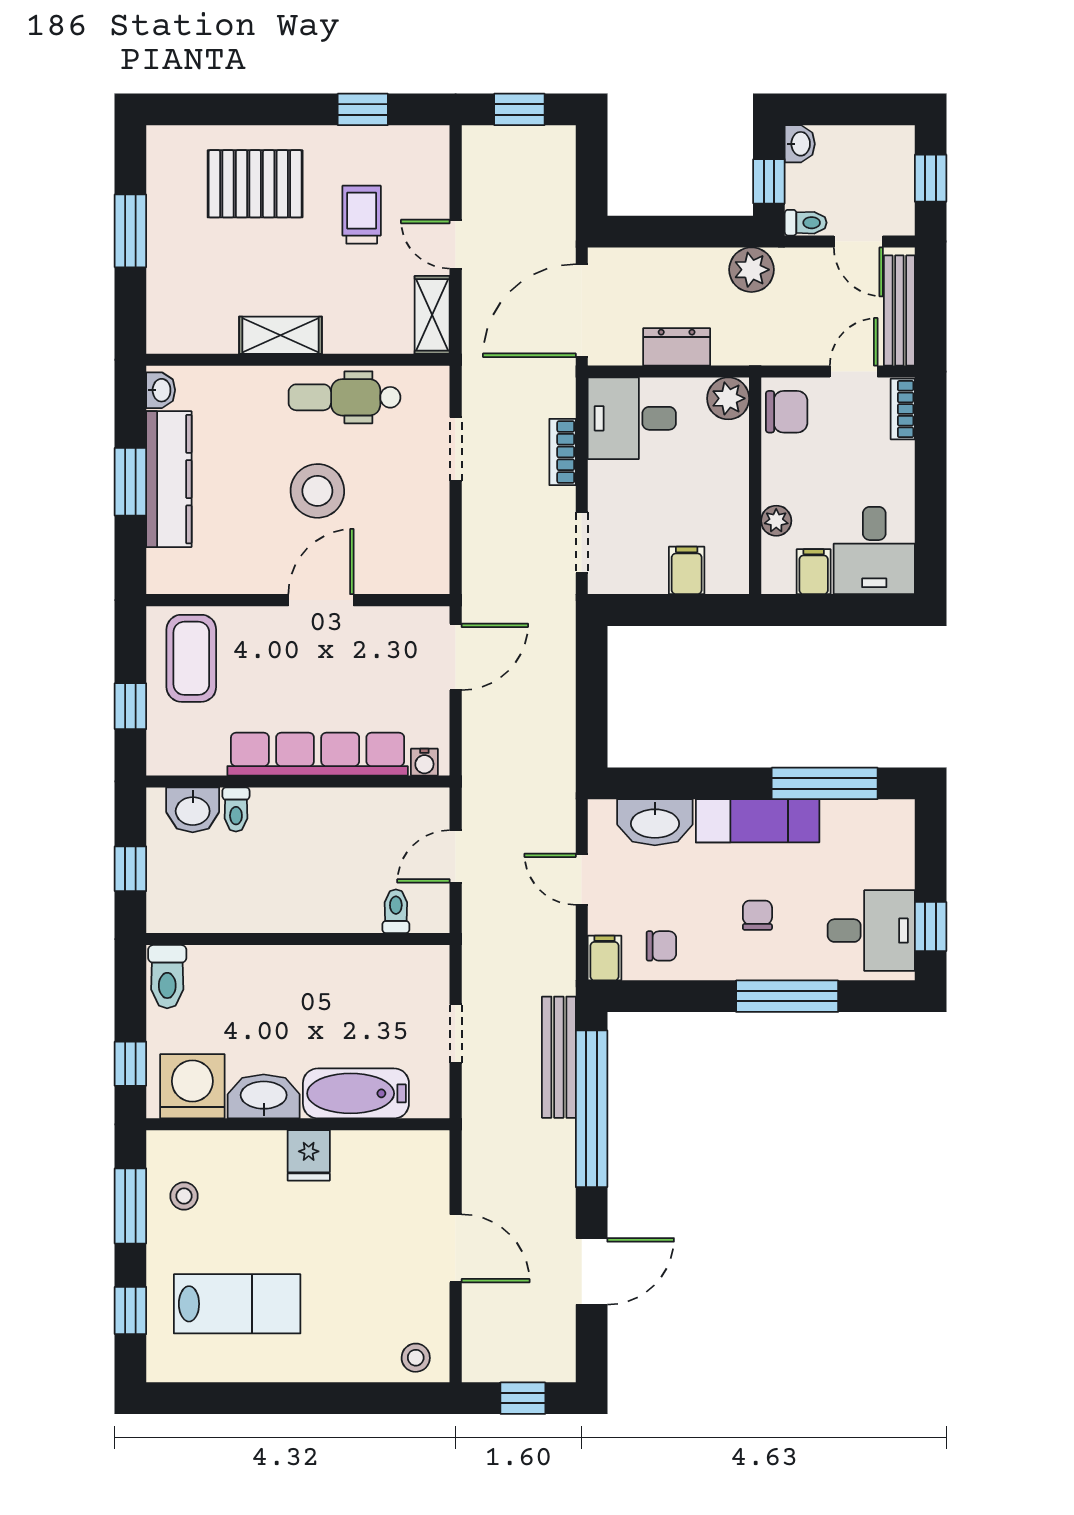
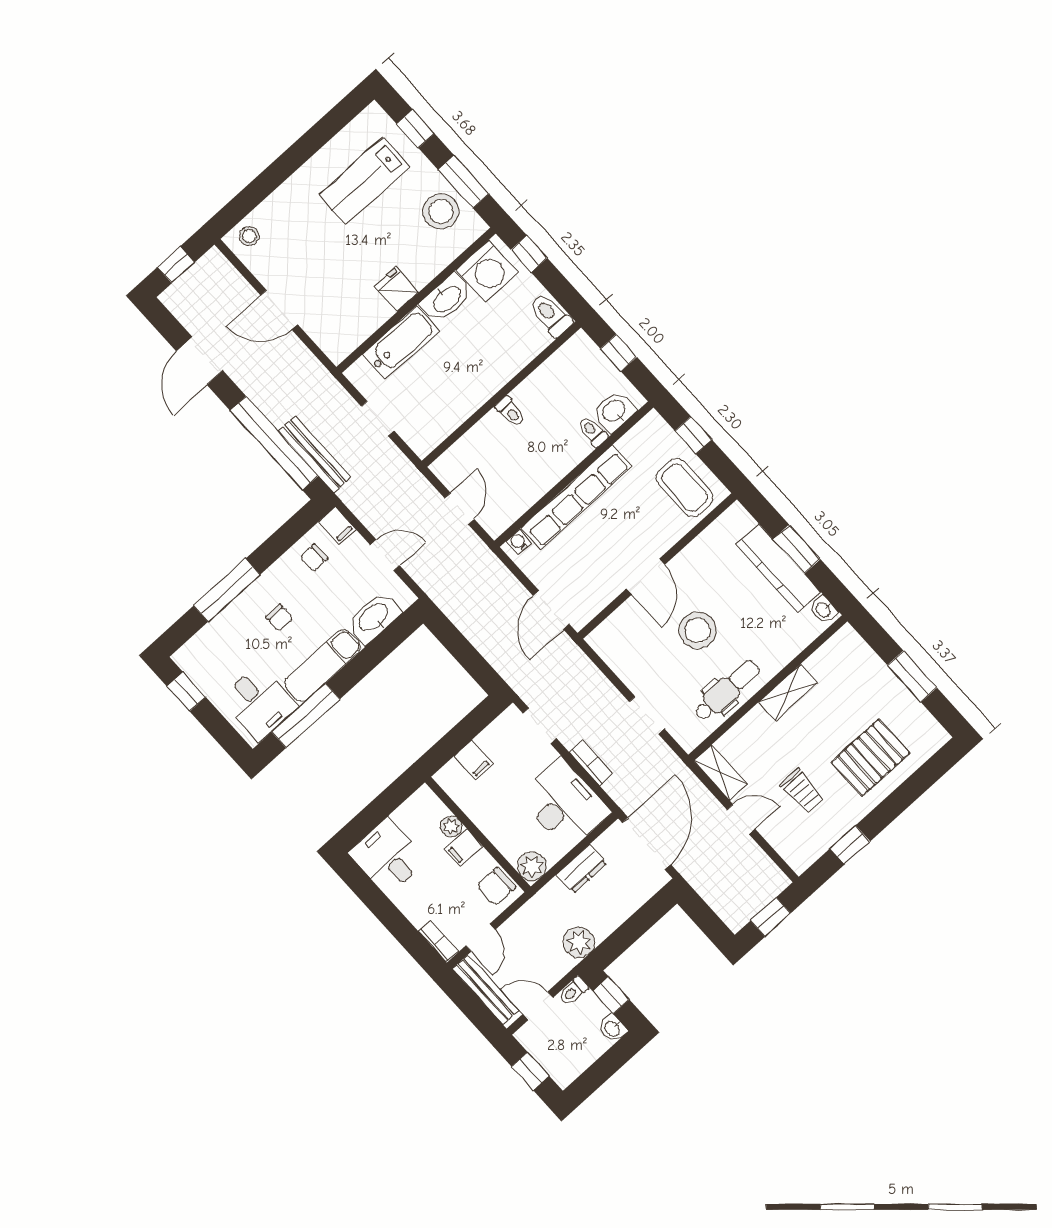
desk: (632, 418) -> (565, 804), width x1.37
filing cabinet: (814, 572) -> (464, 848), moved, turned 90
toilet: (396, 911) -> (510, 412), moved
desk: (871, 931) -> (259, 703), moved, turned -90
stool: (184, 1196) -> (441, 211), width x1.89, depth x1.89

